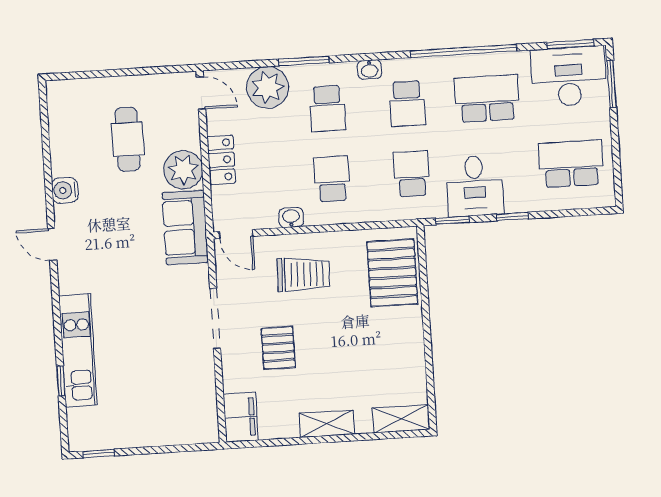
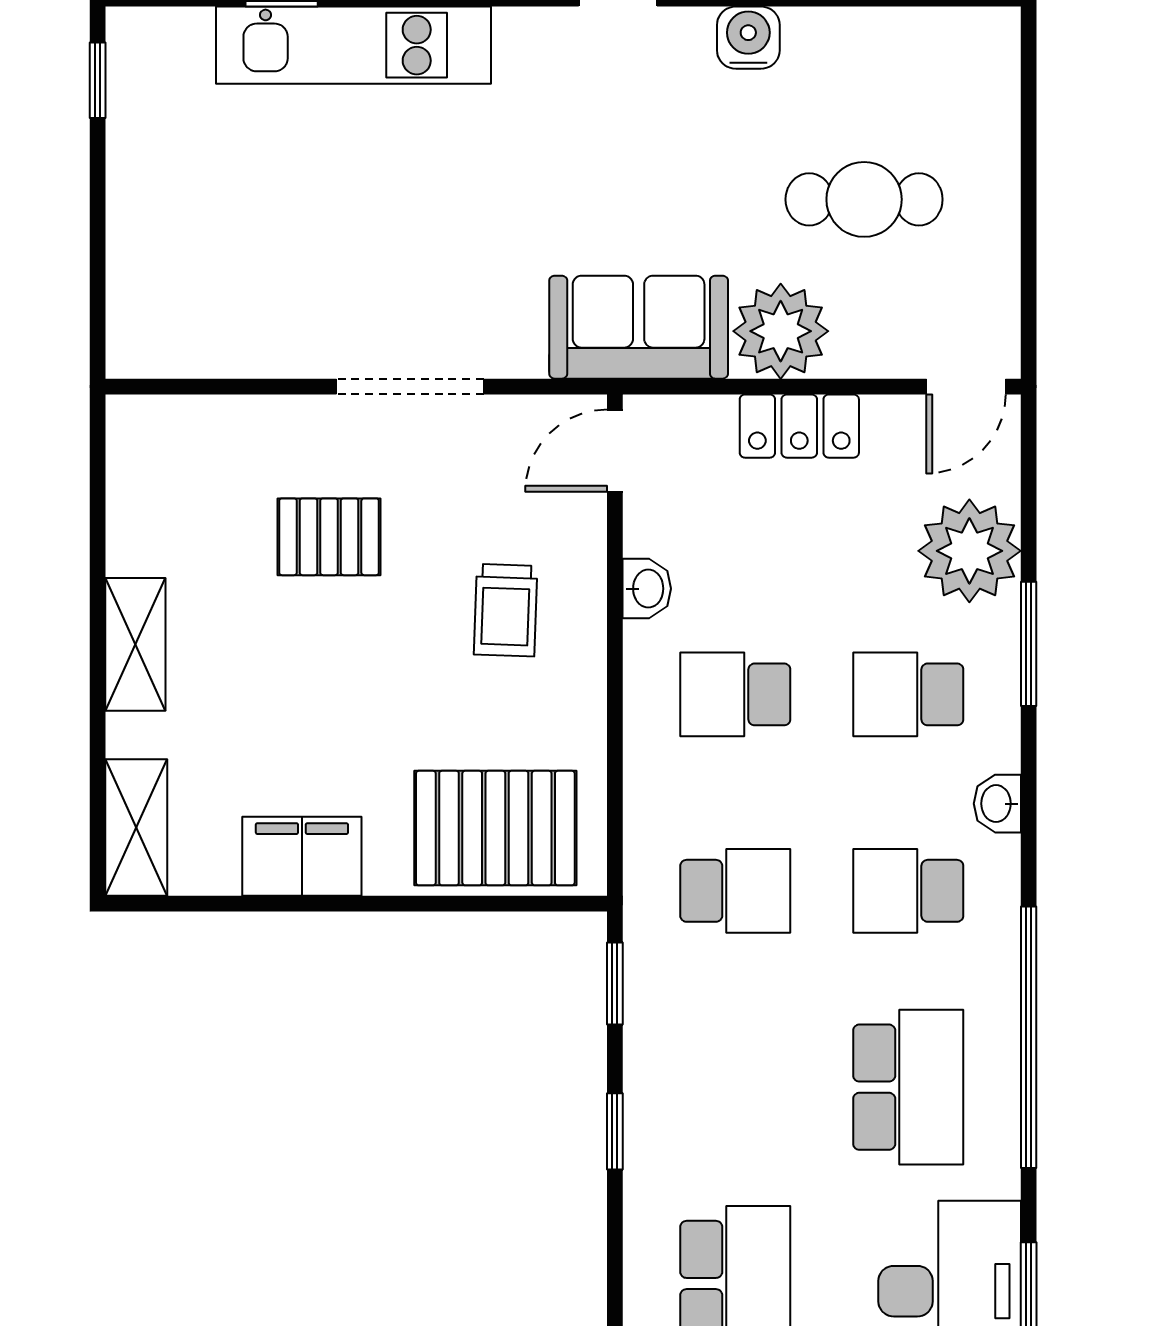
school desk: (332, 179) -> (735, 694), turned 180
desk: (475, 186) -> (696, 1043), removed
trolley: (304, 274) -> (506, 610), width x0.73, depth x0.72
filing cabinet: (241, 417) -> (302, 856), moved, turned 180

